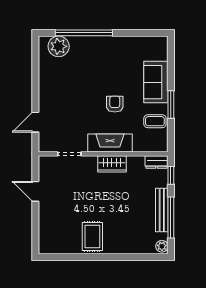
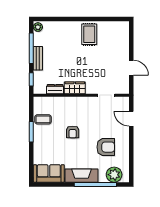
sofa: (156, 82) -> (49, 173), moved, turned -90
armchair: (70, 84) -> (106, 147), added
door: (35, 122) -> (131, 119), swing flipped
fireplace: (110, 143) -> (81, 176), moved, turned 180
dresser: (157, 162) -> (55, 89), moved
bench: (162, 210) -> (38, 58), width x0.73

